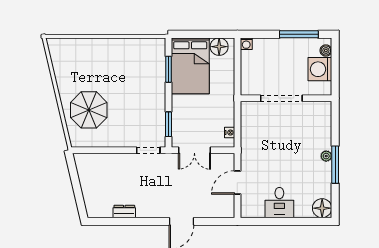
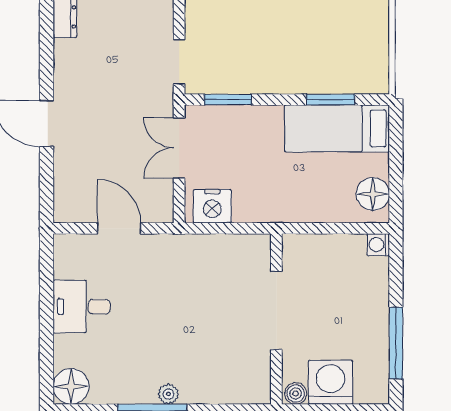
boiler: (326, 50) -> (296, 393), moved
bed: (190, 66) -> (337, 128), width x0.67
nightstand: (230, 133) -> (212, 206), width x1.89, depth x1.79

